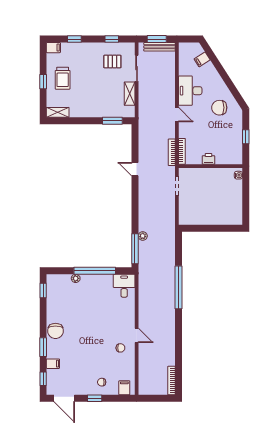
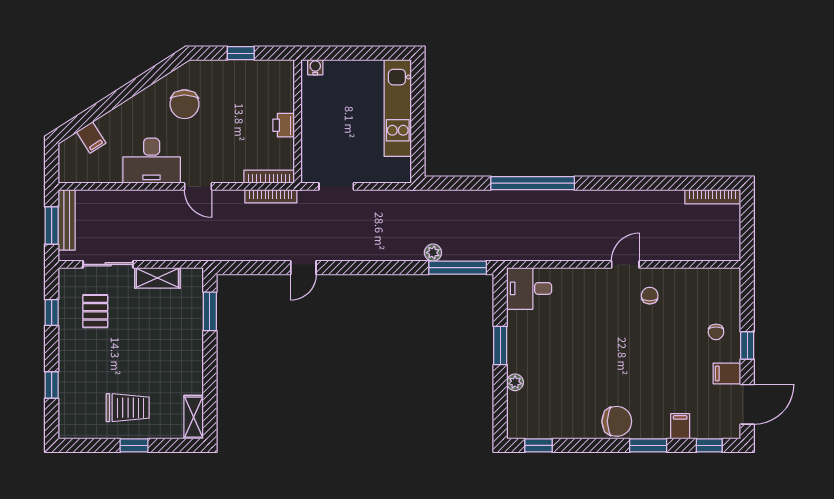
filing cabinet: (53, 48) -> (68, 425), removed
door: (177, 115) -> (198, 186), swing flipped
kitchen unit: (217, 218) -> (398, 108), added
window: (95, 271) -> (500, 345), width x0.47
filing cabinet: (124, 388) -> (727, 373), moved

